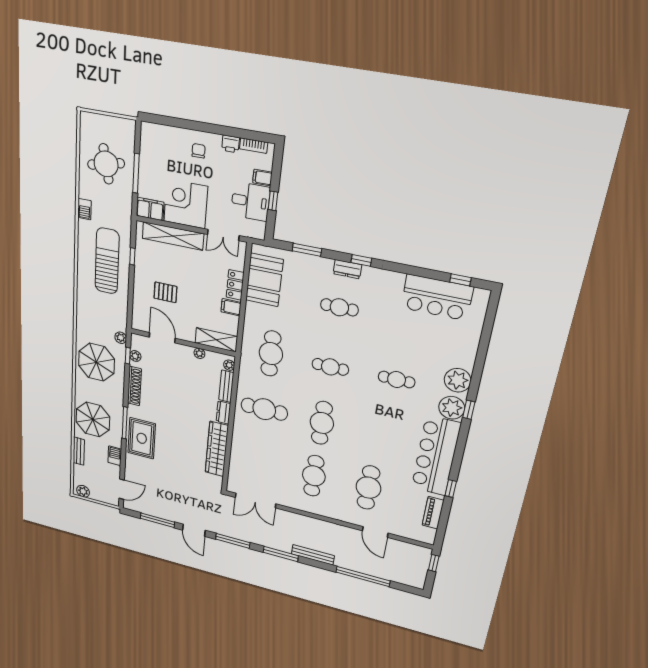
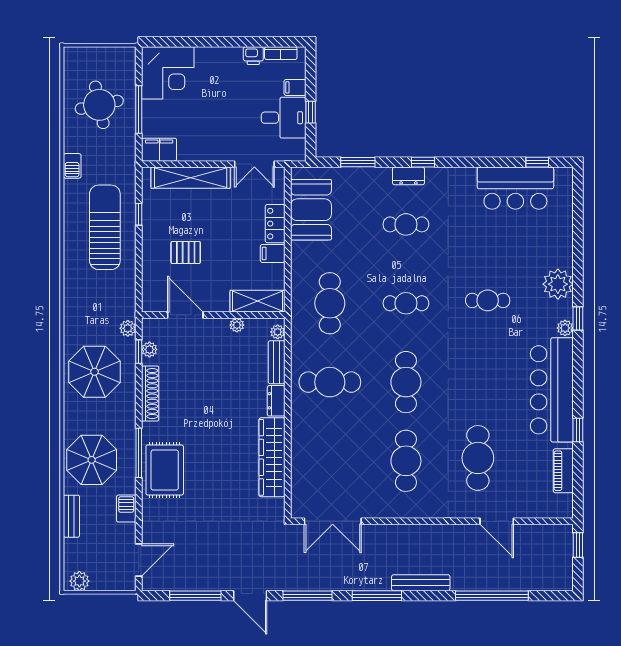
chair: (199, 151) -> (215, 70), removed
corner desk: (186, 204) -> (168, 73), moved, turned 180
plant: (452, 408) -> (565, 328), width x0.53, depth x0.53

